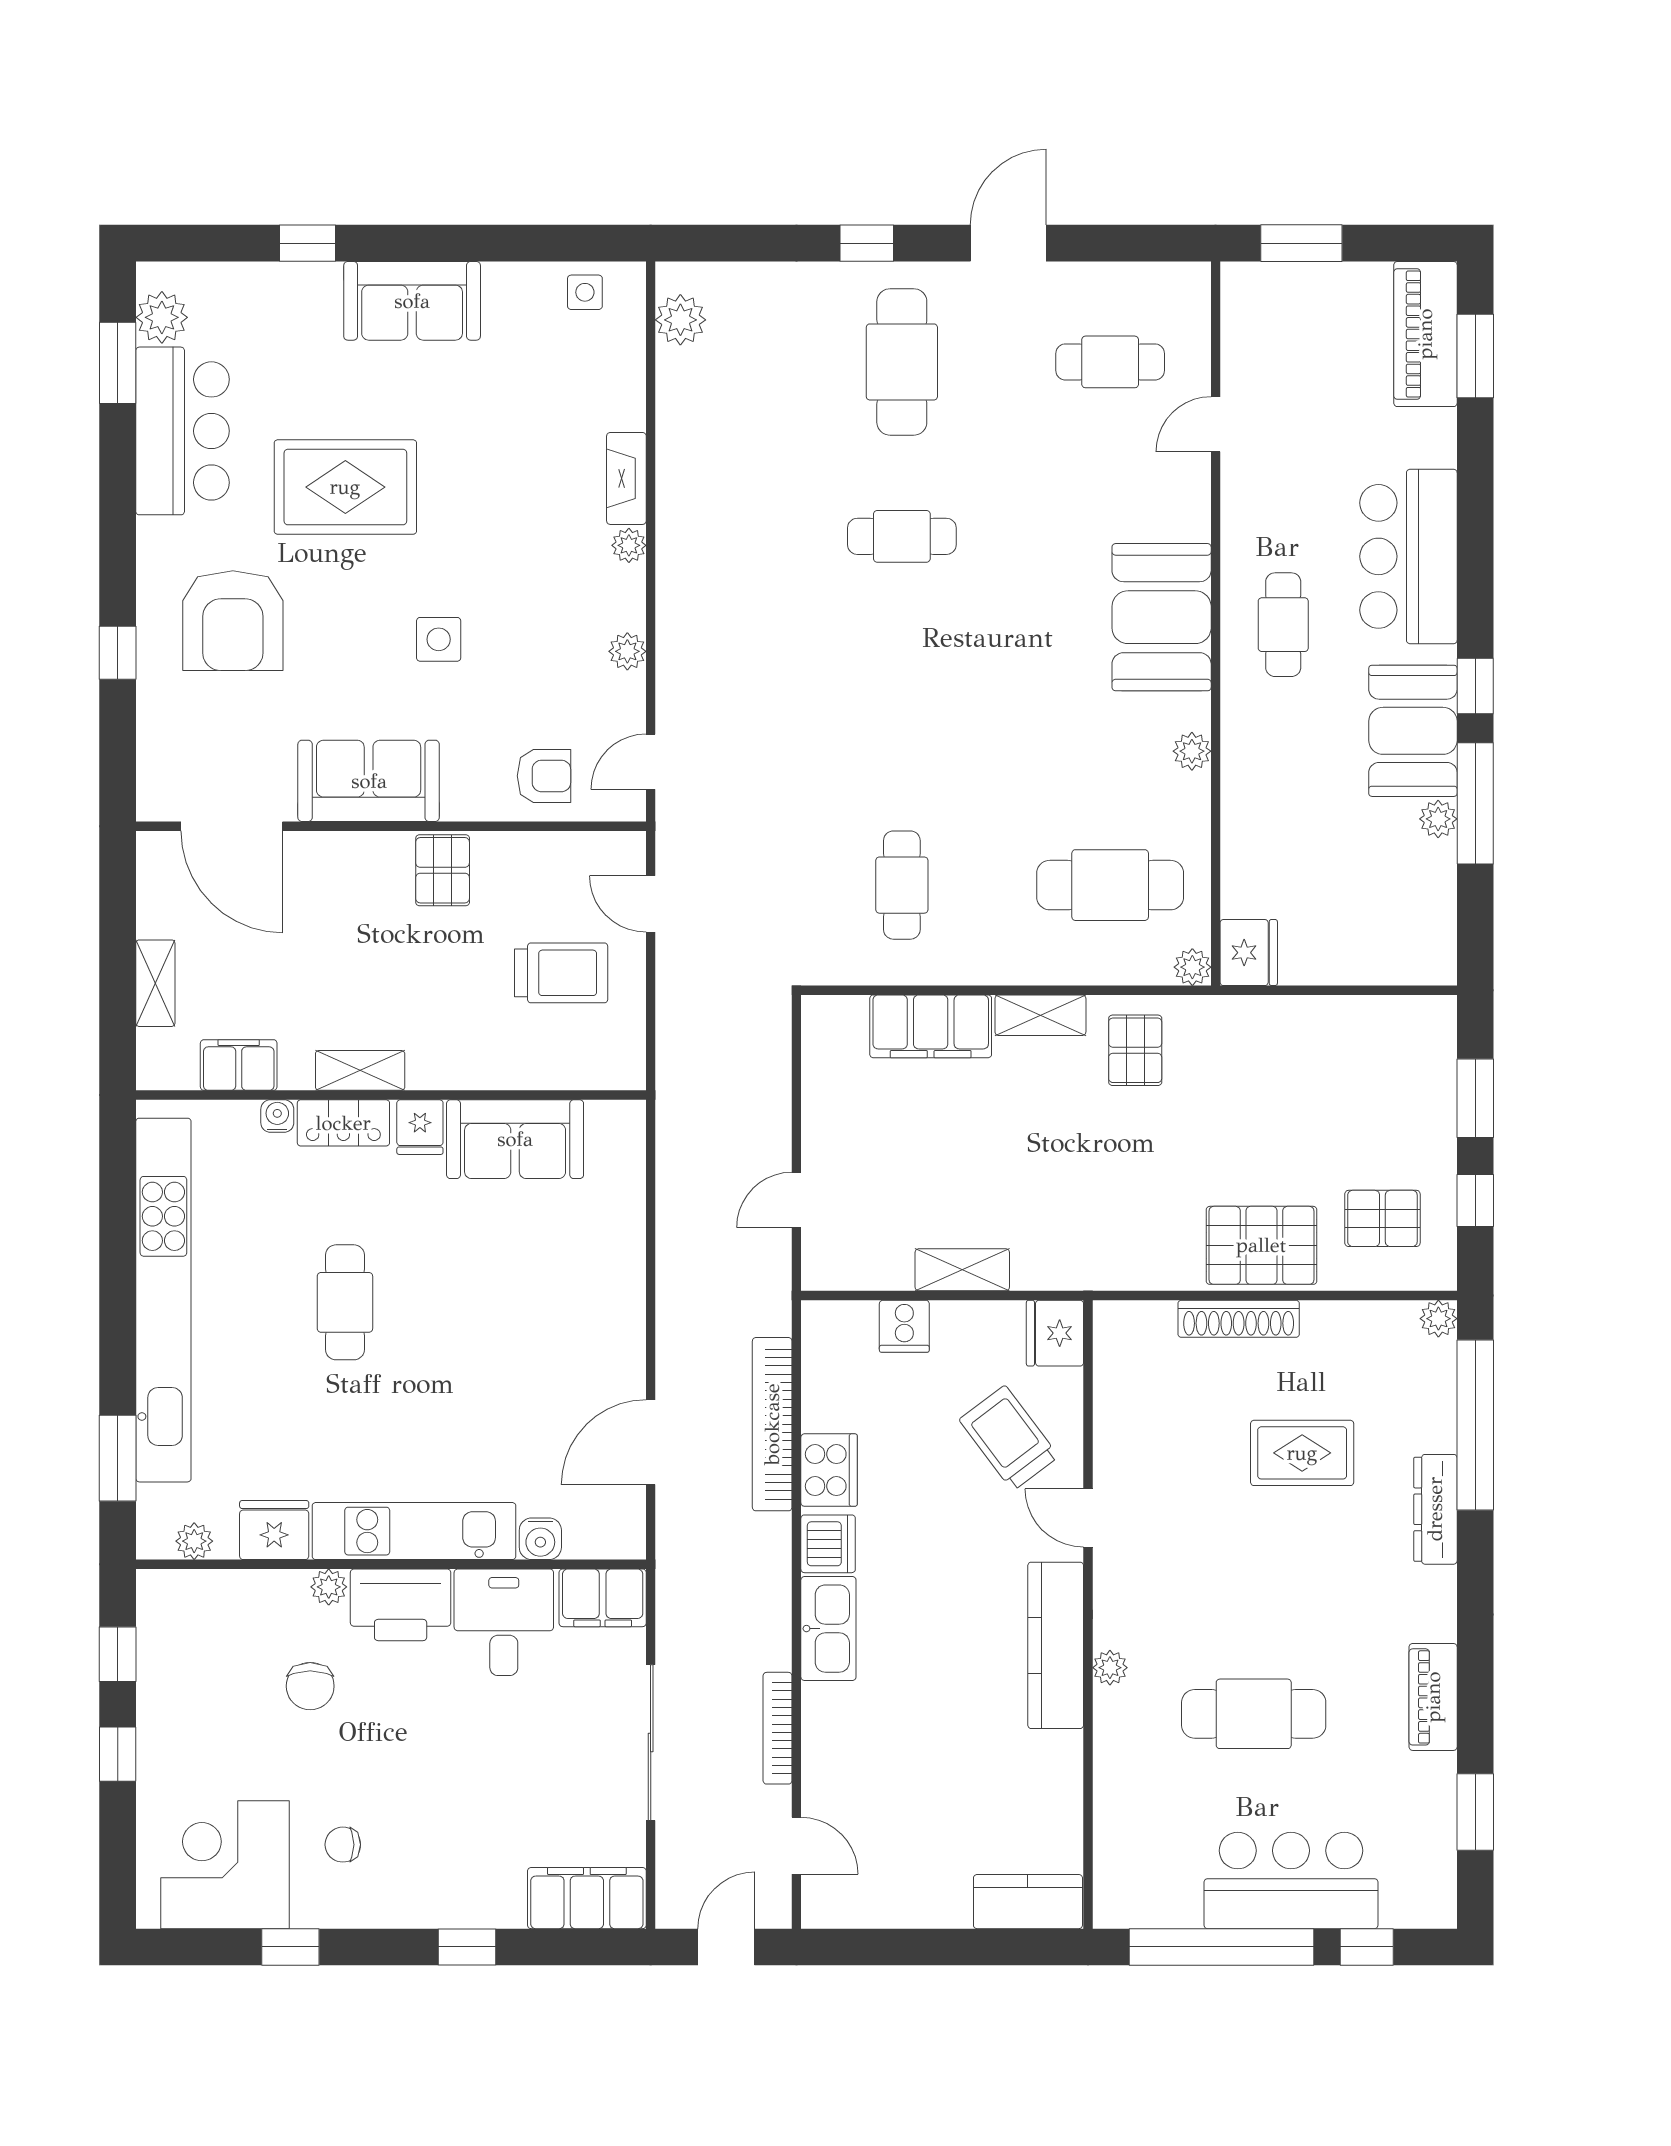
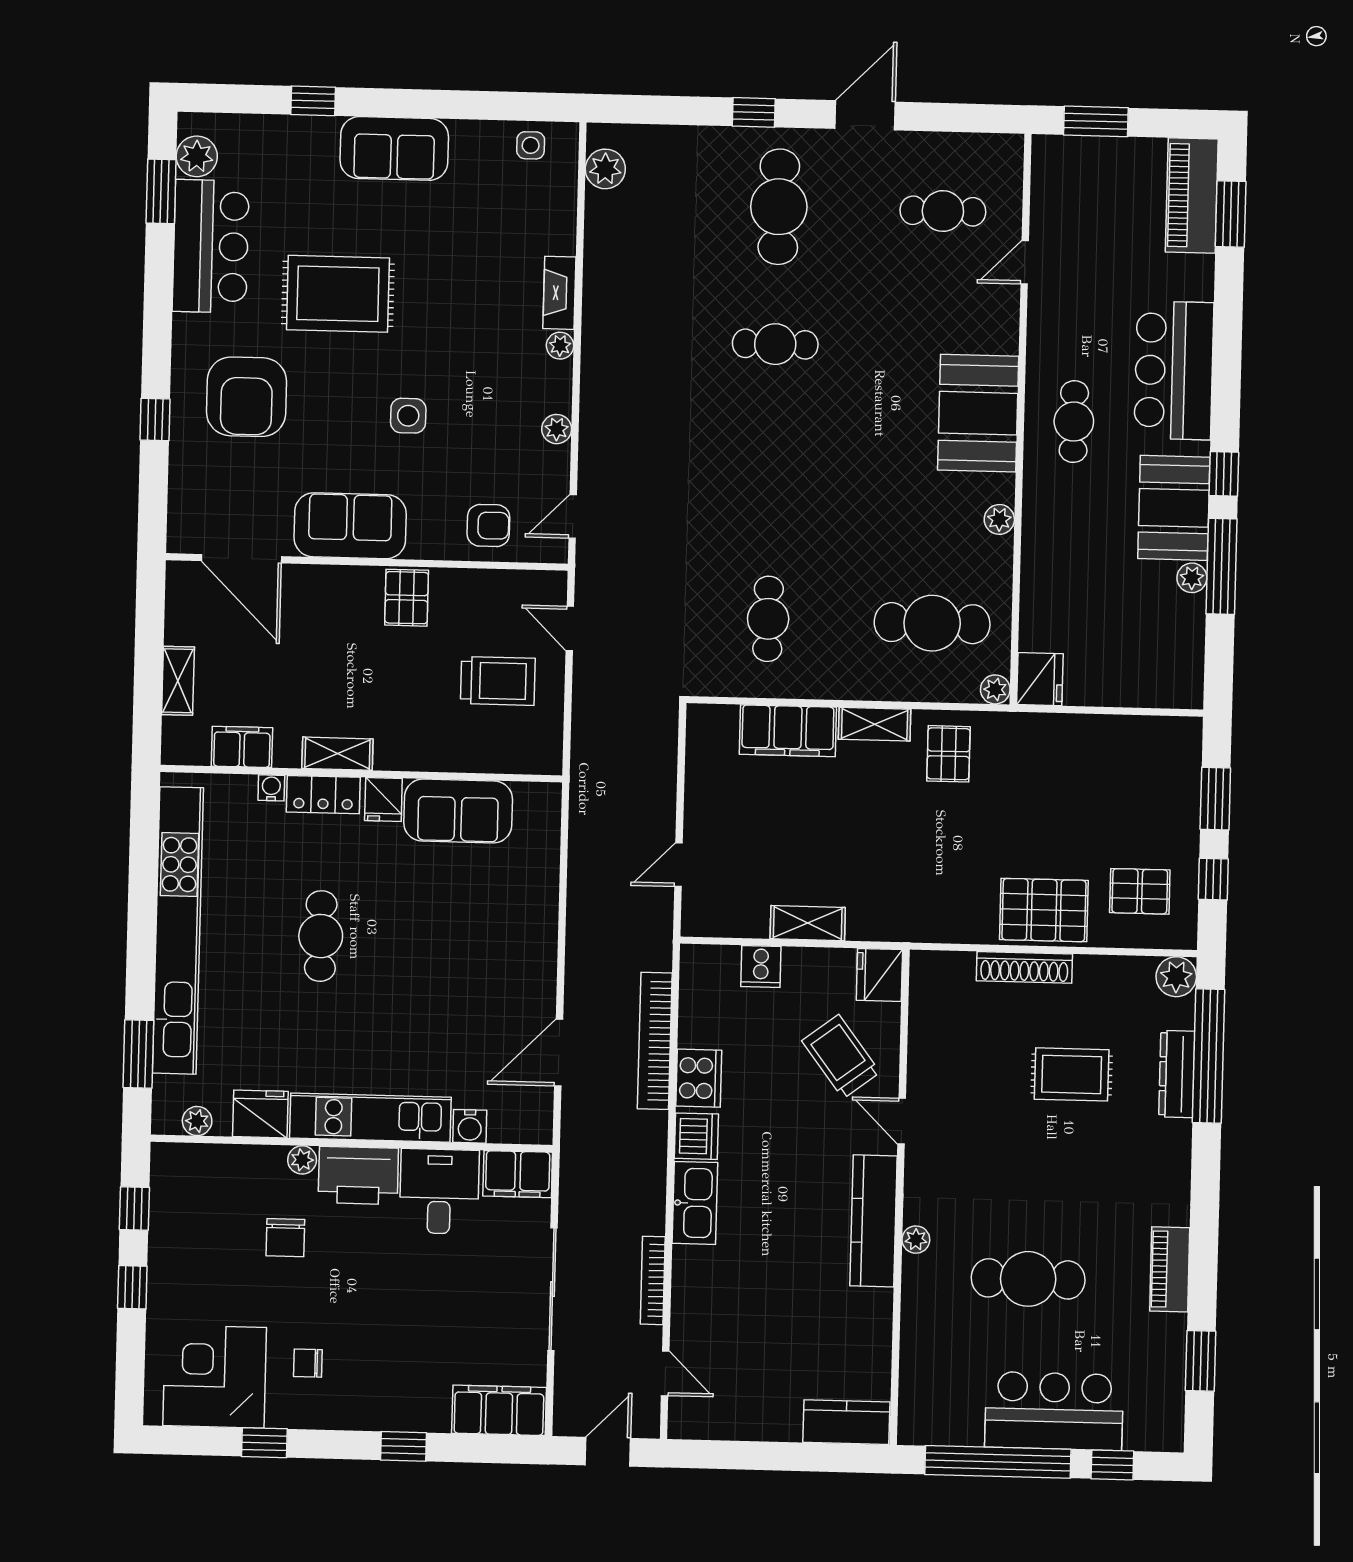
plant: (1438, 1319) -> (1176, 977), width x1.38, depth x1.38
dresser: (1435, 1509) -> (1177, 1074), moved

